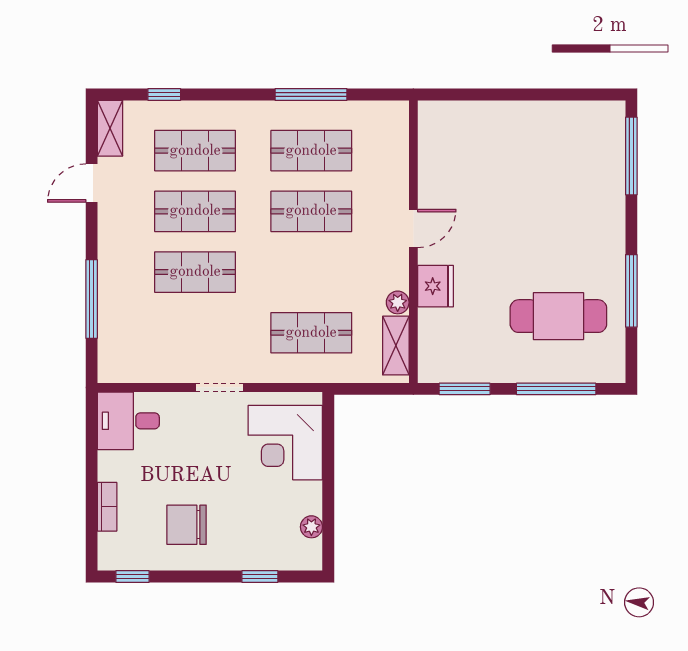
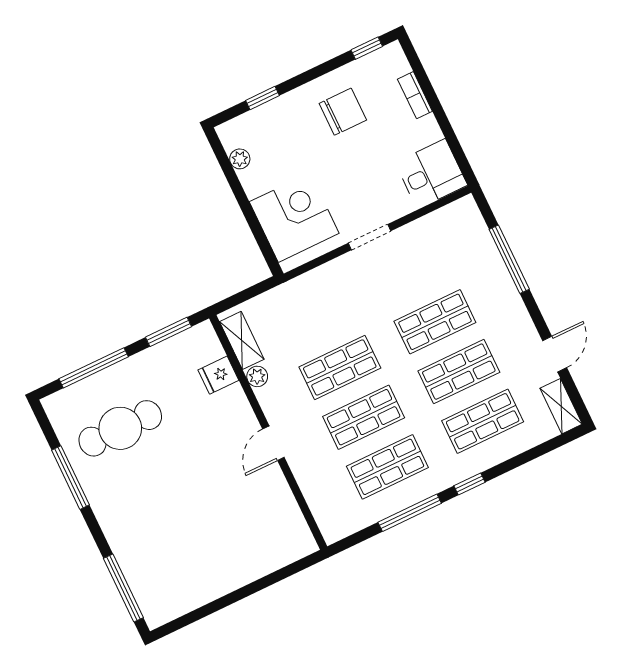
window: (164, 94) -> (470, 484), moved
fridge: (436, 286) -> (218, 375), moved, width x0.72
shop shelf: (311, 333) -> (340, 367), moved

